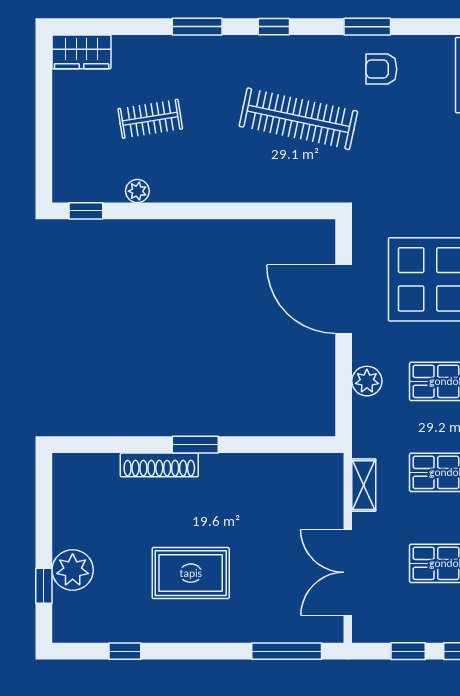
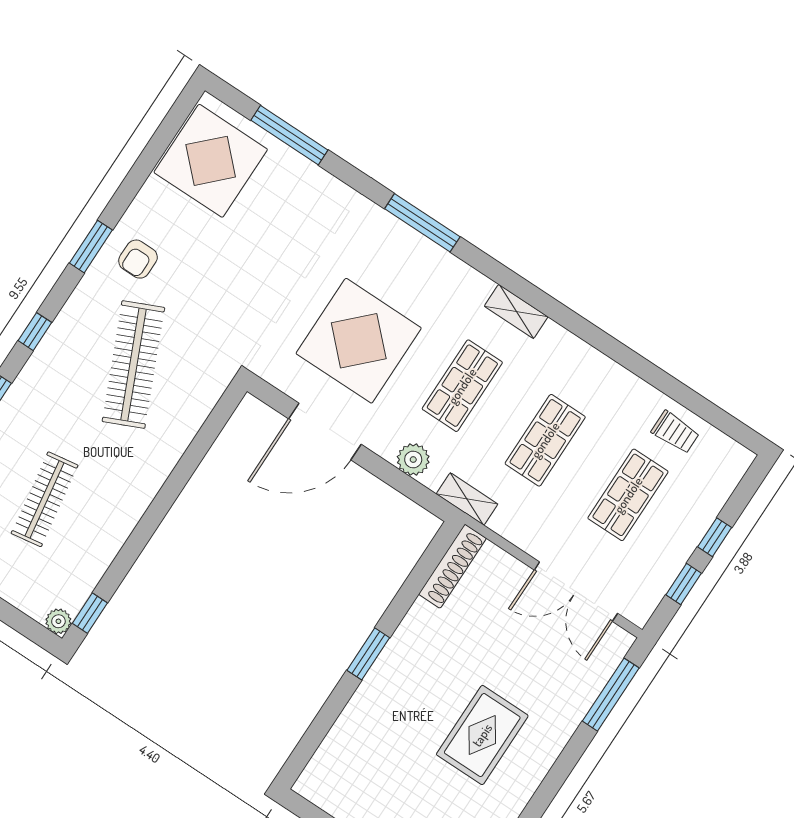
clothes rail: (150, 119) -> (45, 499), width x1.36
clothes rail: (298, 119) -> (133, 365), turned -36
plant: (137, 191) -> (58, 621), moved
shoe rack: (159, 465) -> (452, 566), moved
shelving: (364, 485) -> (467, 499), moved

